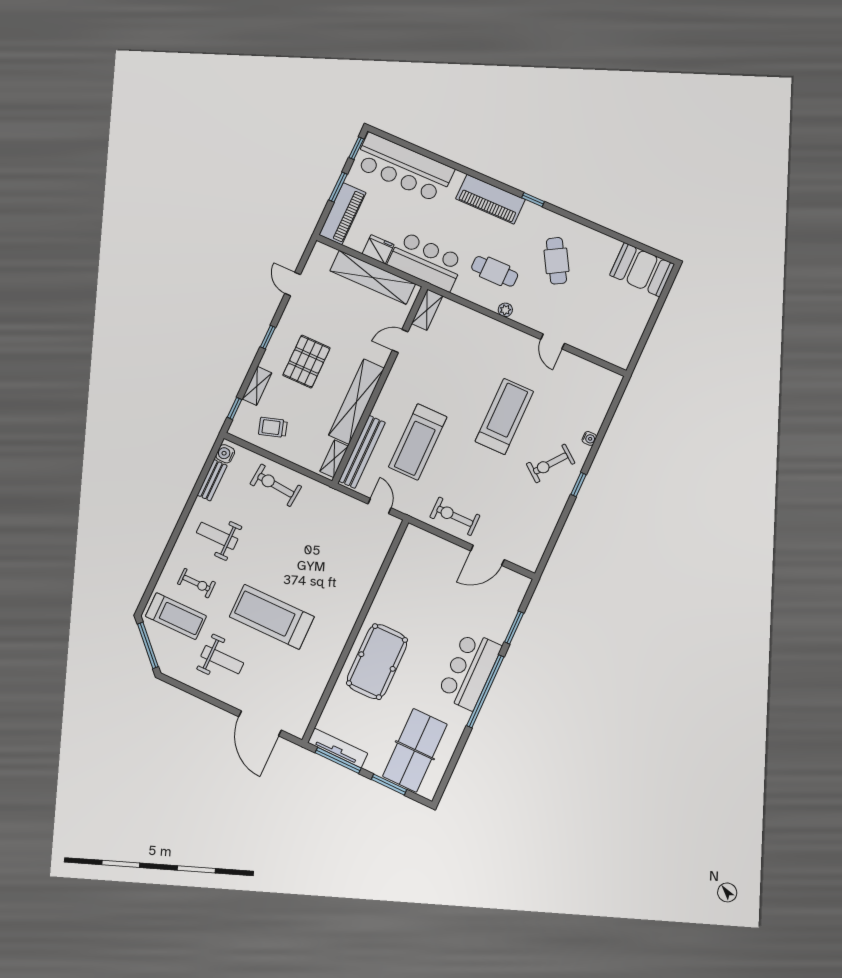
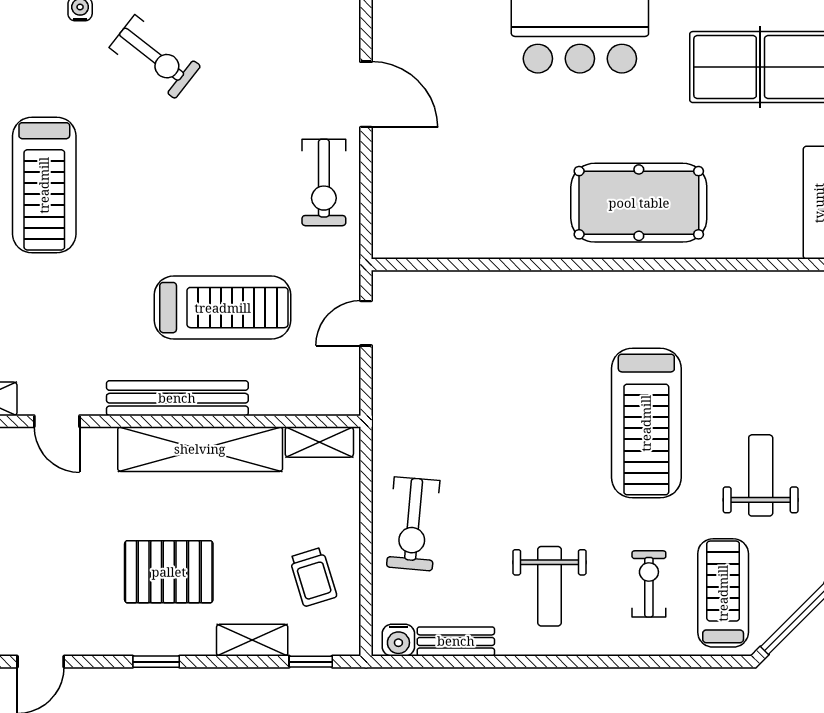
treadmill: (504, 416) -> (44, 185), moved, turned -90
bench: (362, 452) -> (177, 398), moved

